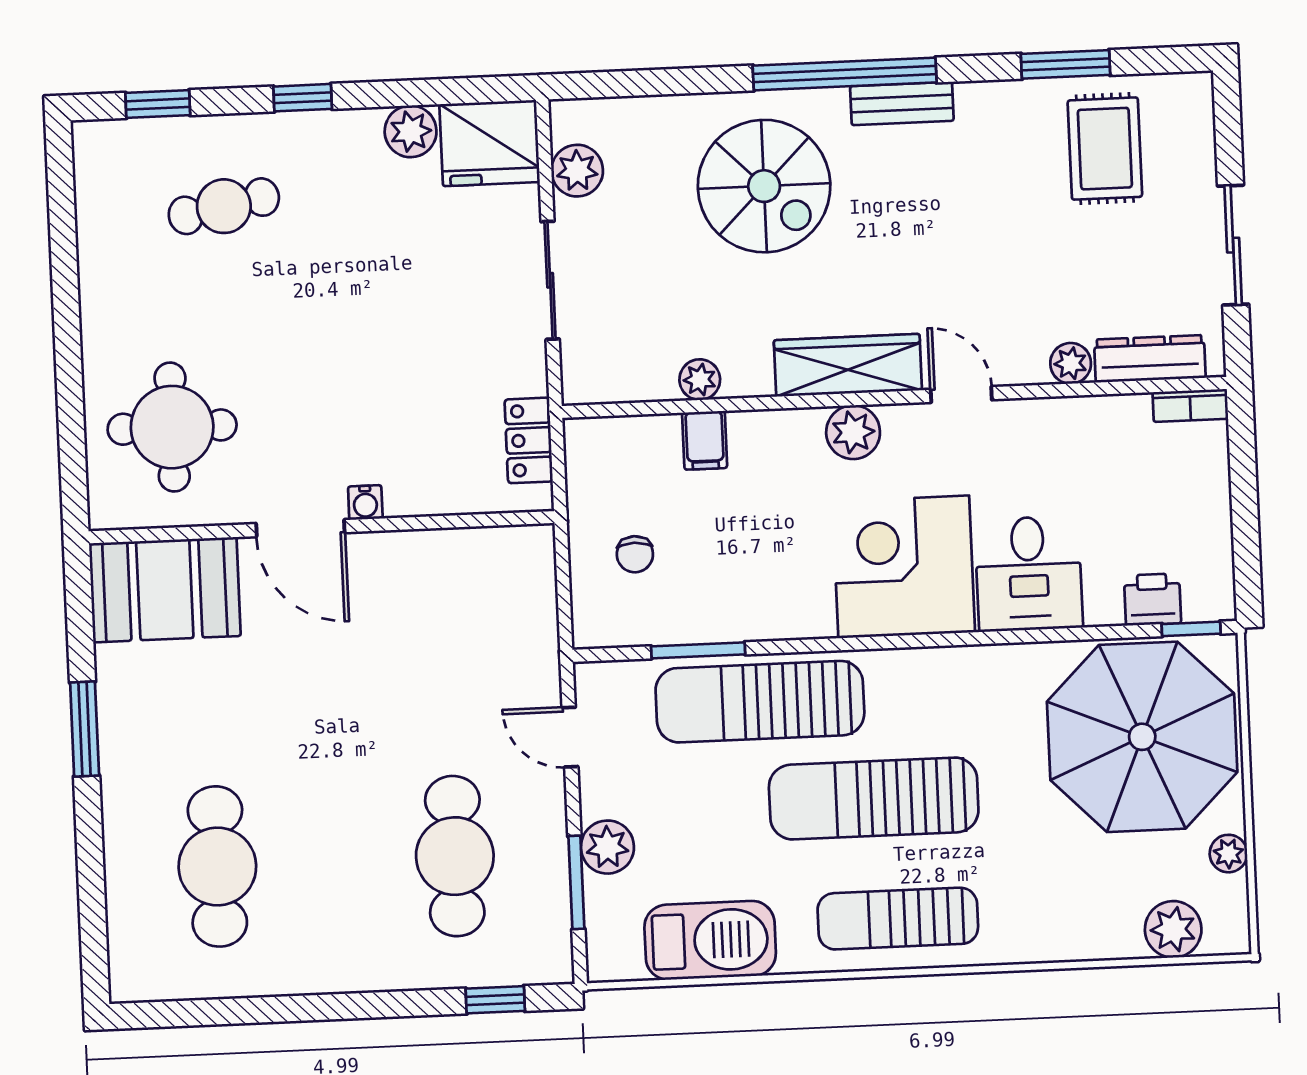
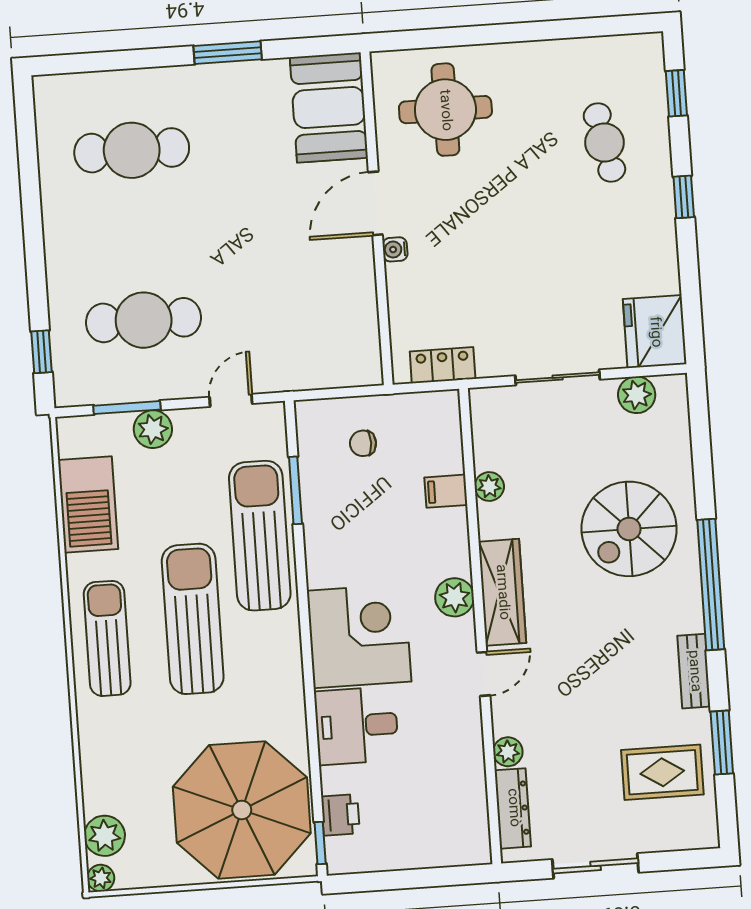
bench: (902, 104) -> (694, 671), moved
plant: (411, 131) -> (662, 275), removed
bookcase: (1190, 405) -> (480, 838), removed
plant: (1228, 854) -> (101, 878), moved

